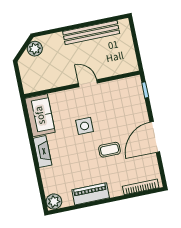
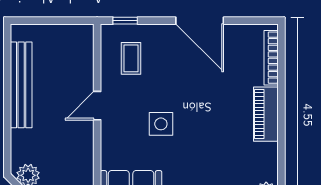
coffee table: (109, 150) -> (131, 58), moved
piano: (91, 194) -> (266, 114), moved

